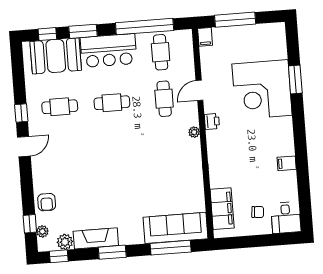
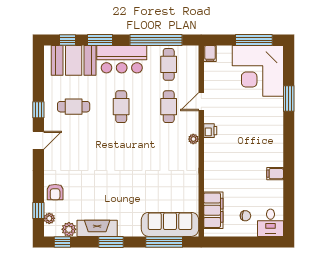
window: (235, 20) -> (254, 40), moved
corner desk: (262, 90) -> (258, 71), moved
cafe table: (112, 103) -> (121, 107), turned 90

